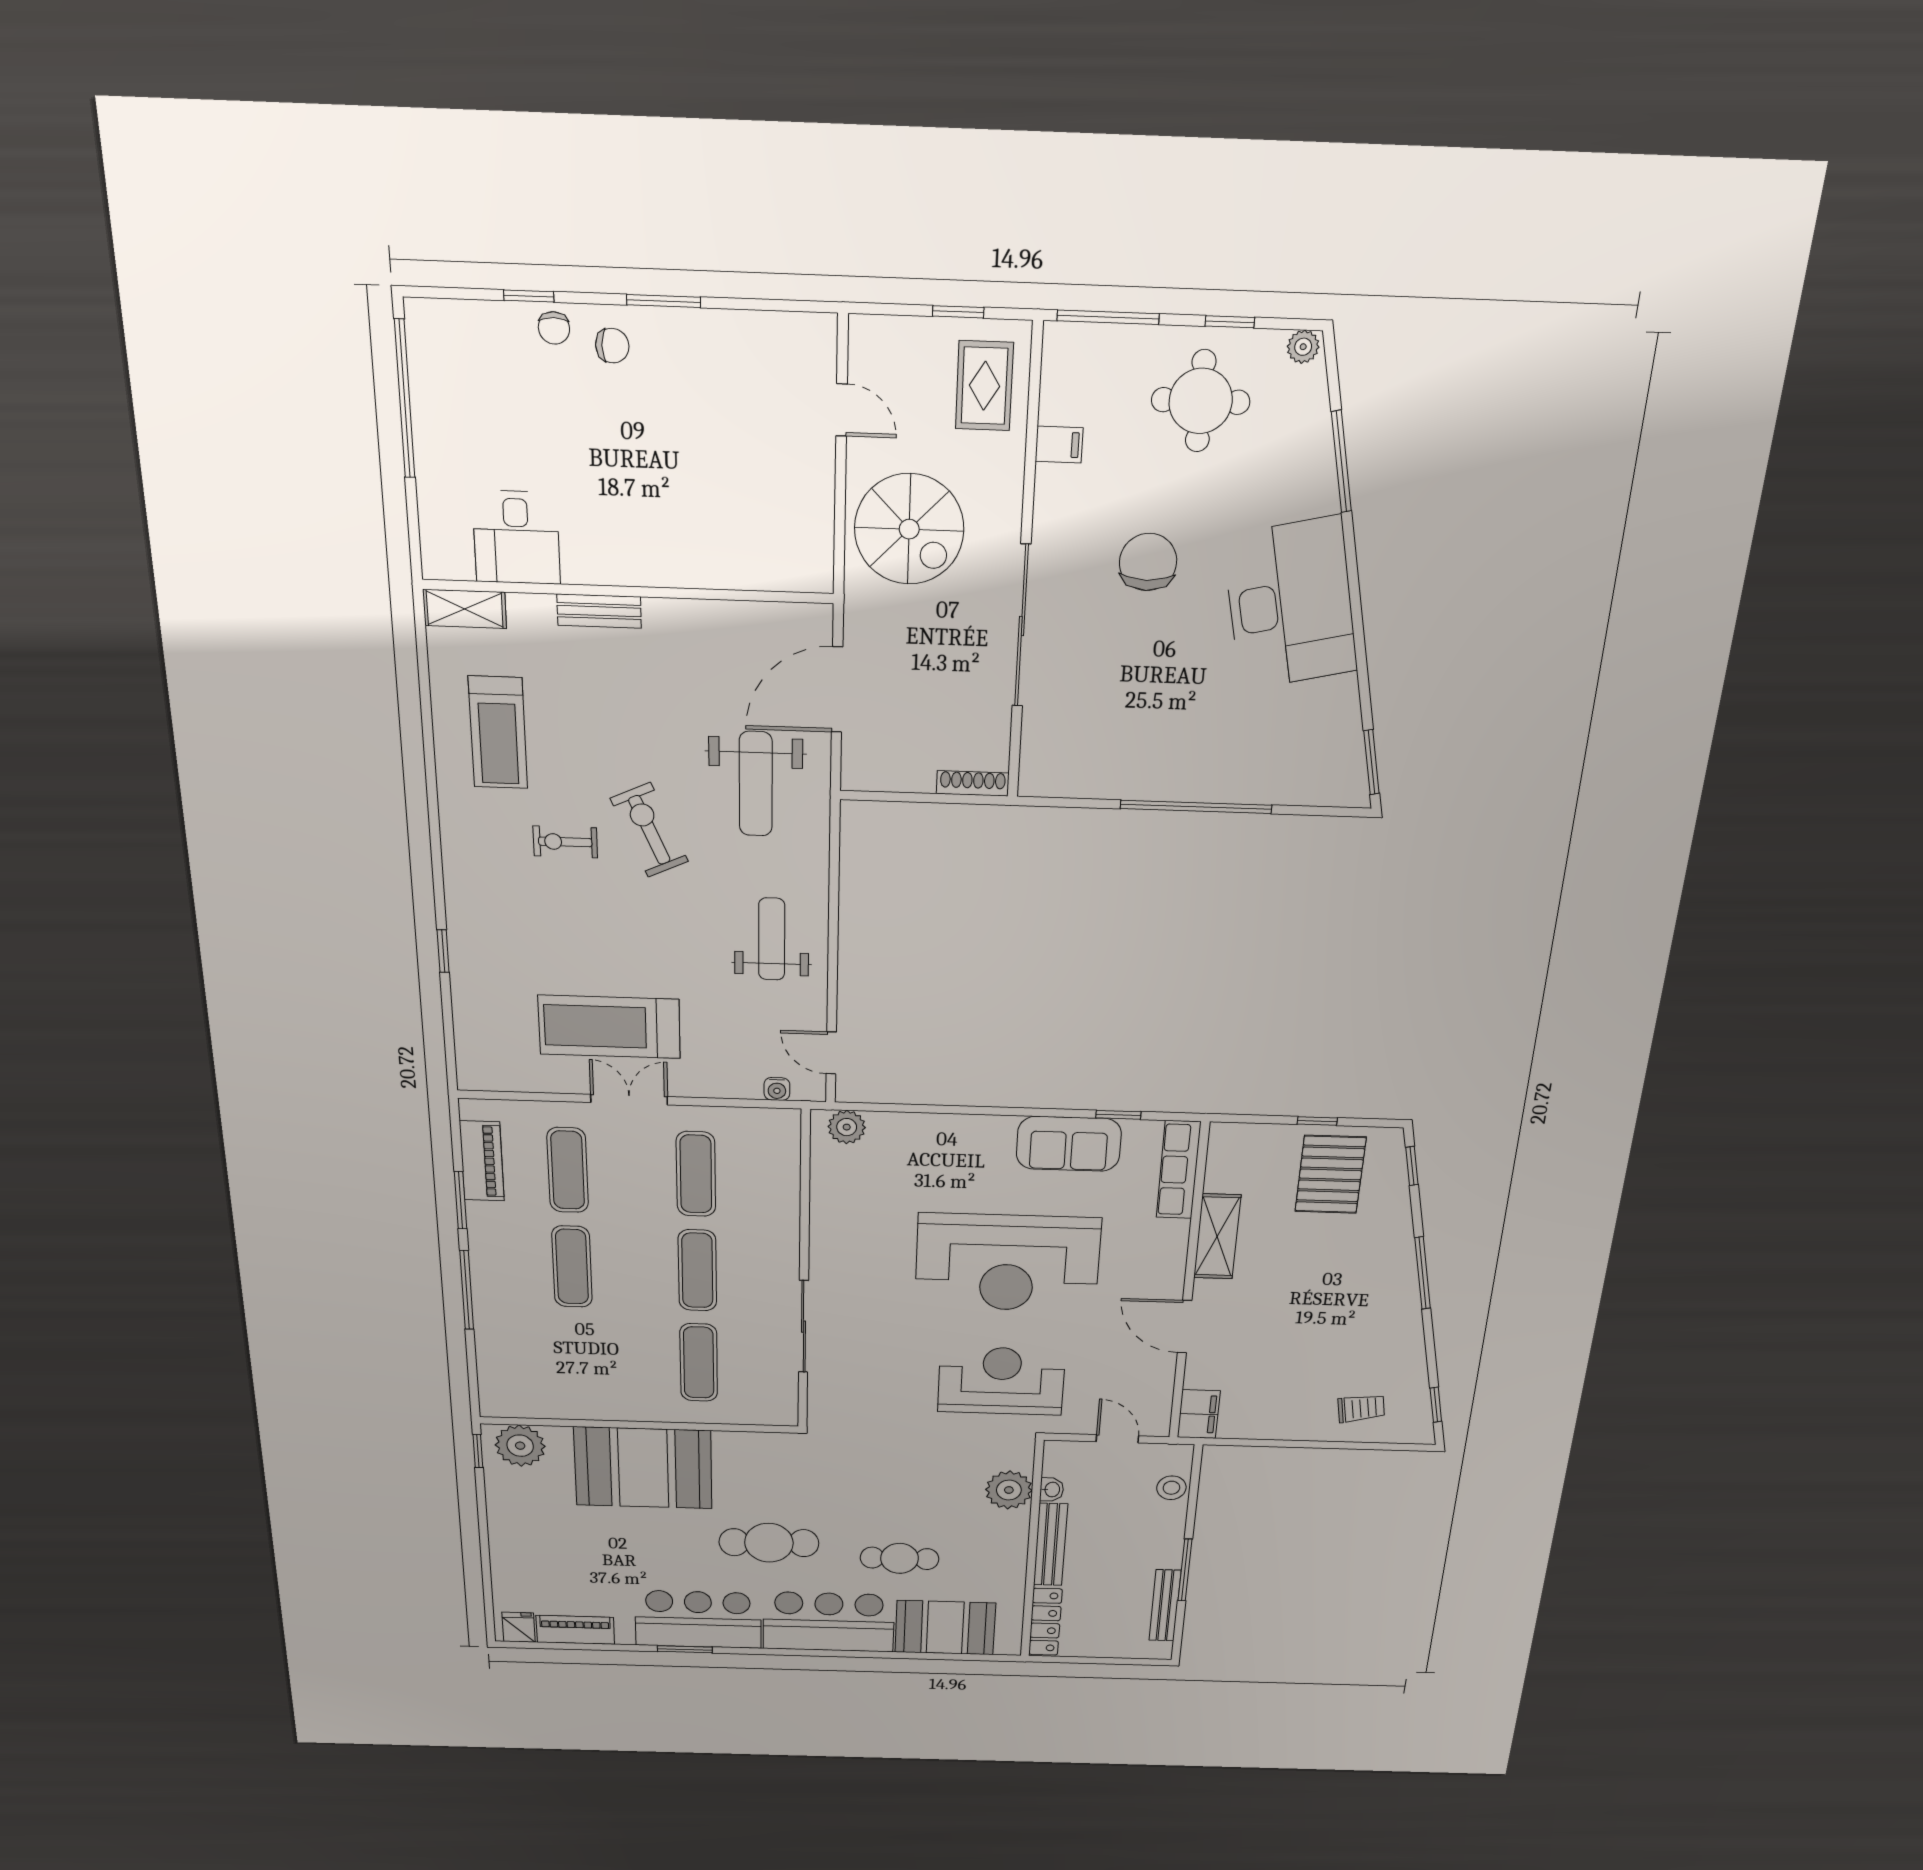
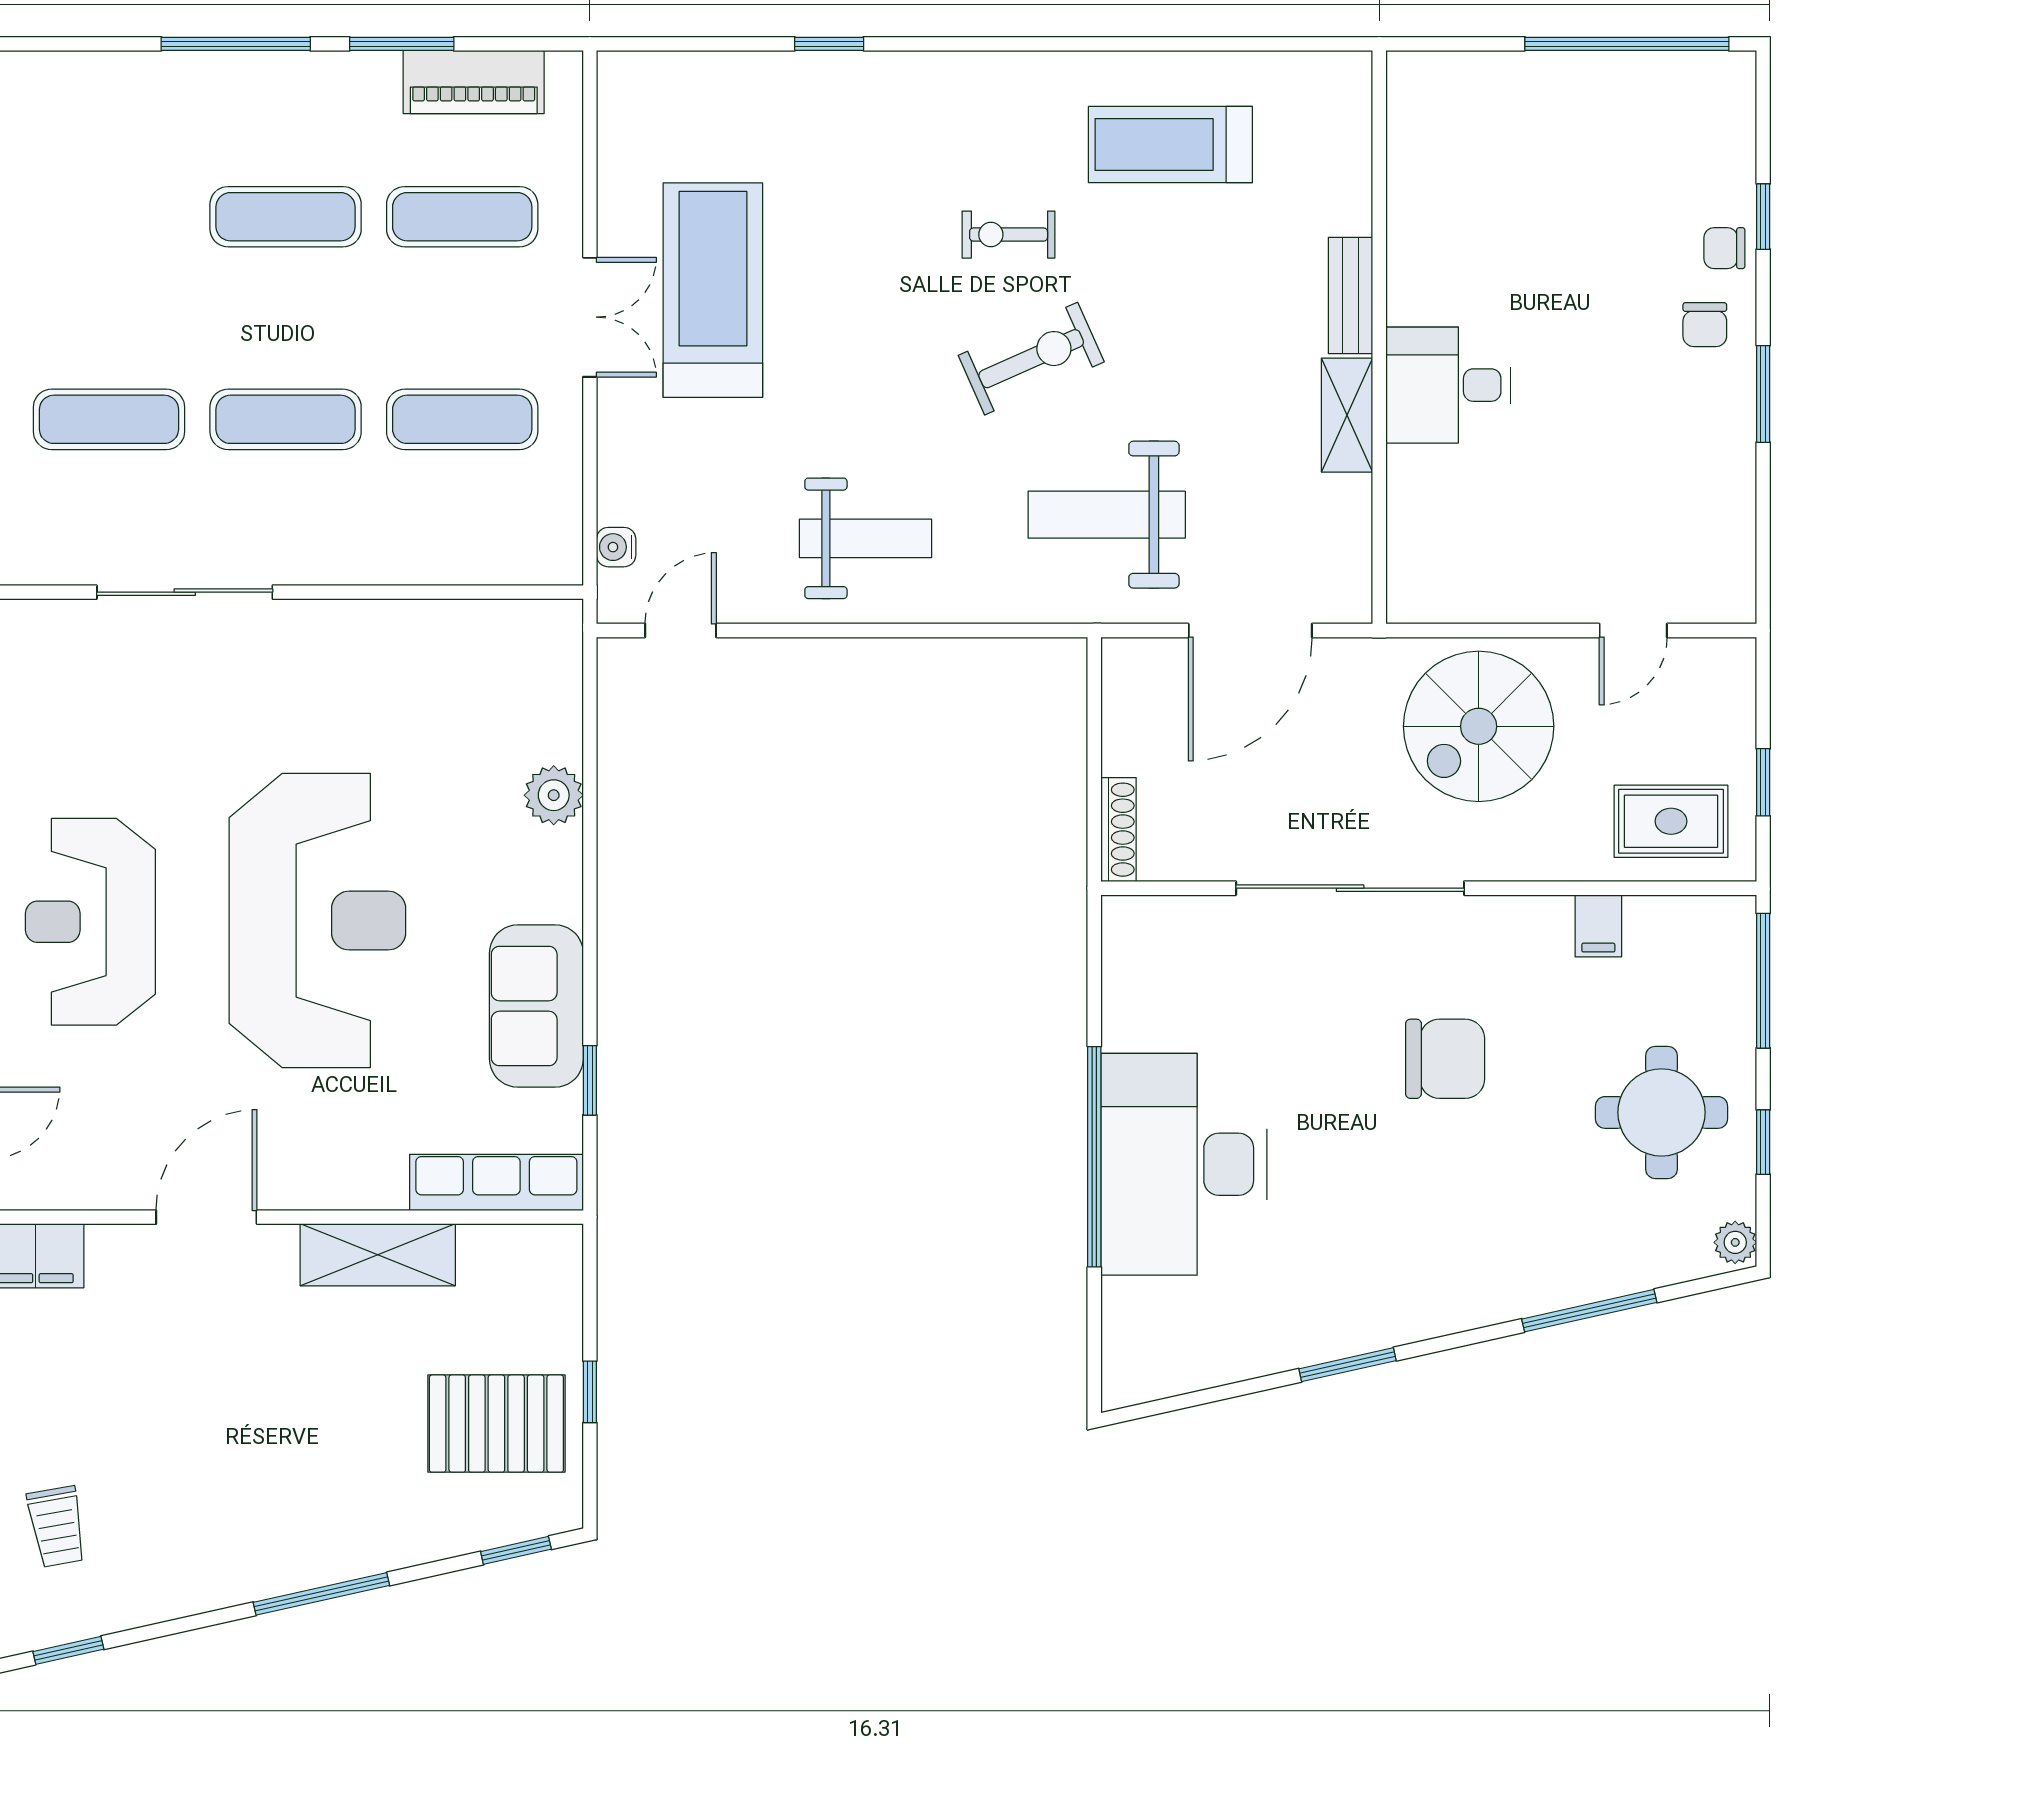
desk: (516, 537) -> (1448, 385), moved
desk: (1290, 604) -> (1184, 1164), moved, turned 103
shelving: (465, 609) -> (1347, 415), moved
door: (837, 690) -> (1250, 631), swing flipped
window: (1371, 762) -> (1348, 1365), moved
exercise bike: (565, 842) -> (1009, 235), turned -90
plant: (847, 1127) -> (554, 795), moved
reception desk: (1007, 1263) -> (317, 921), turned 180
reception desk: (1001, 1381) -> (90, 922), turned 180

